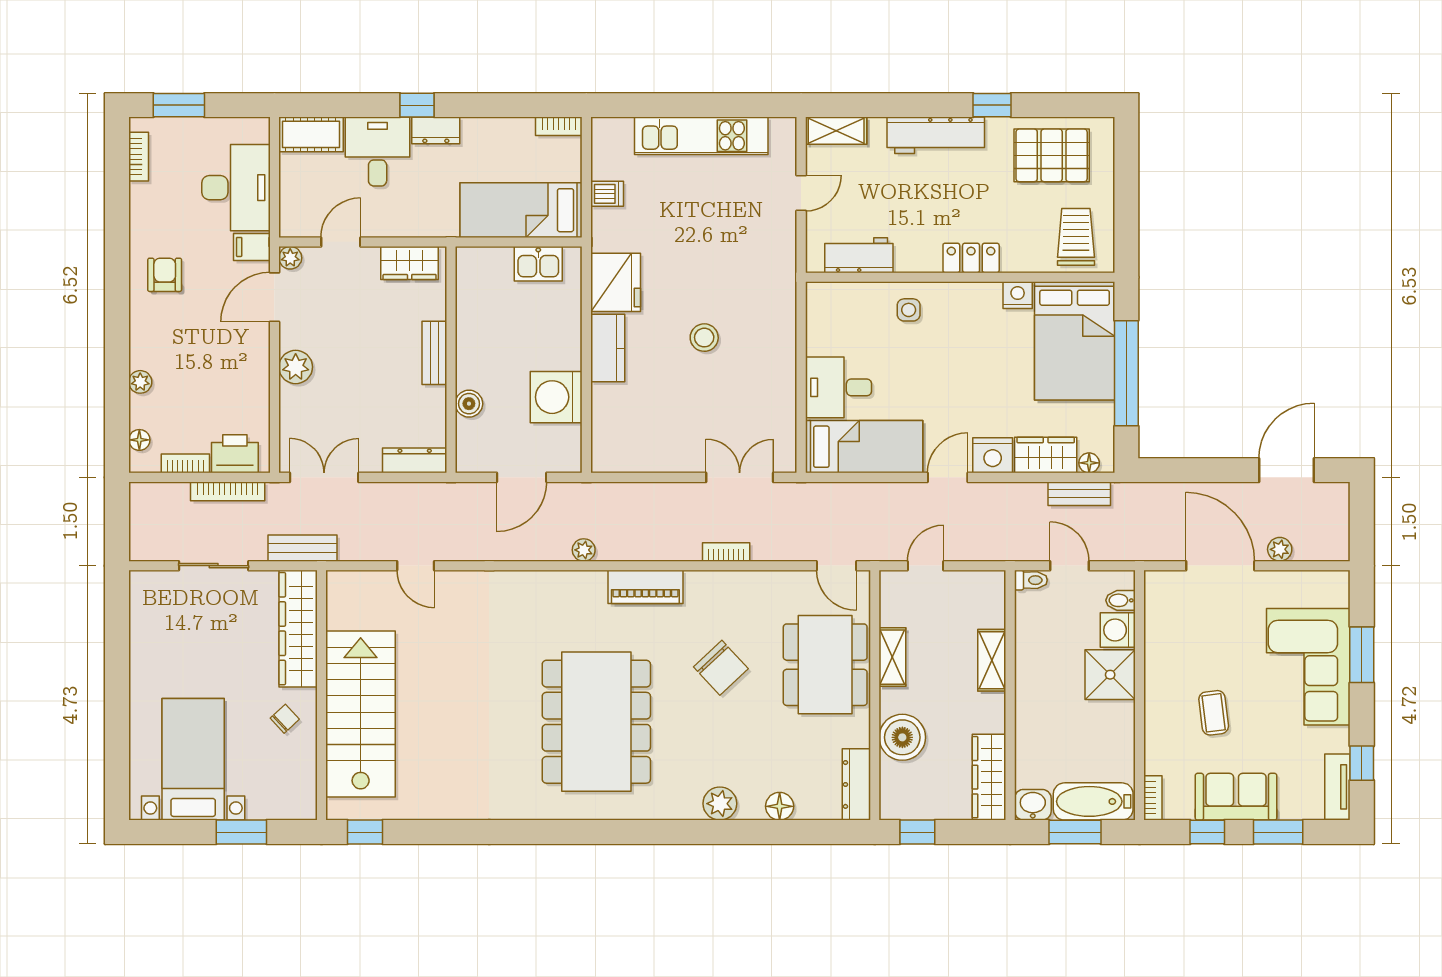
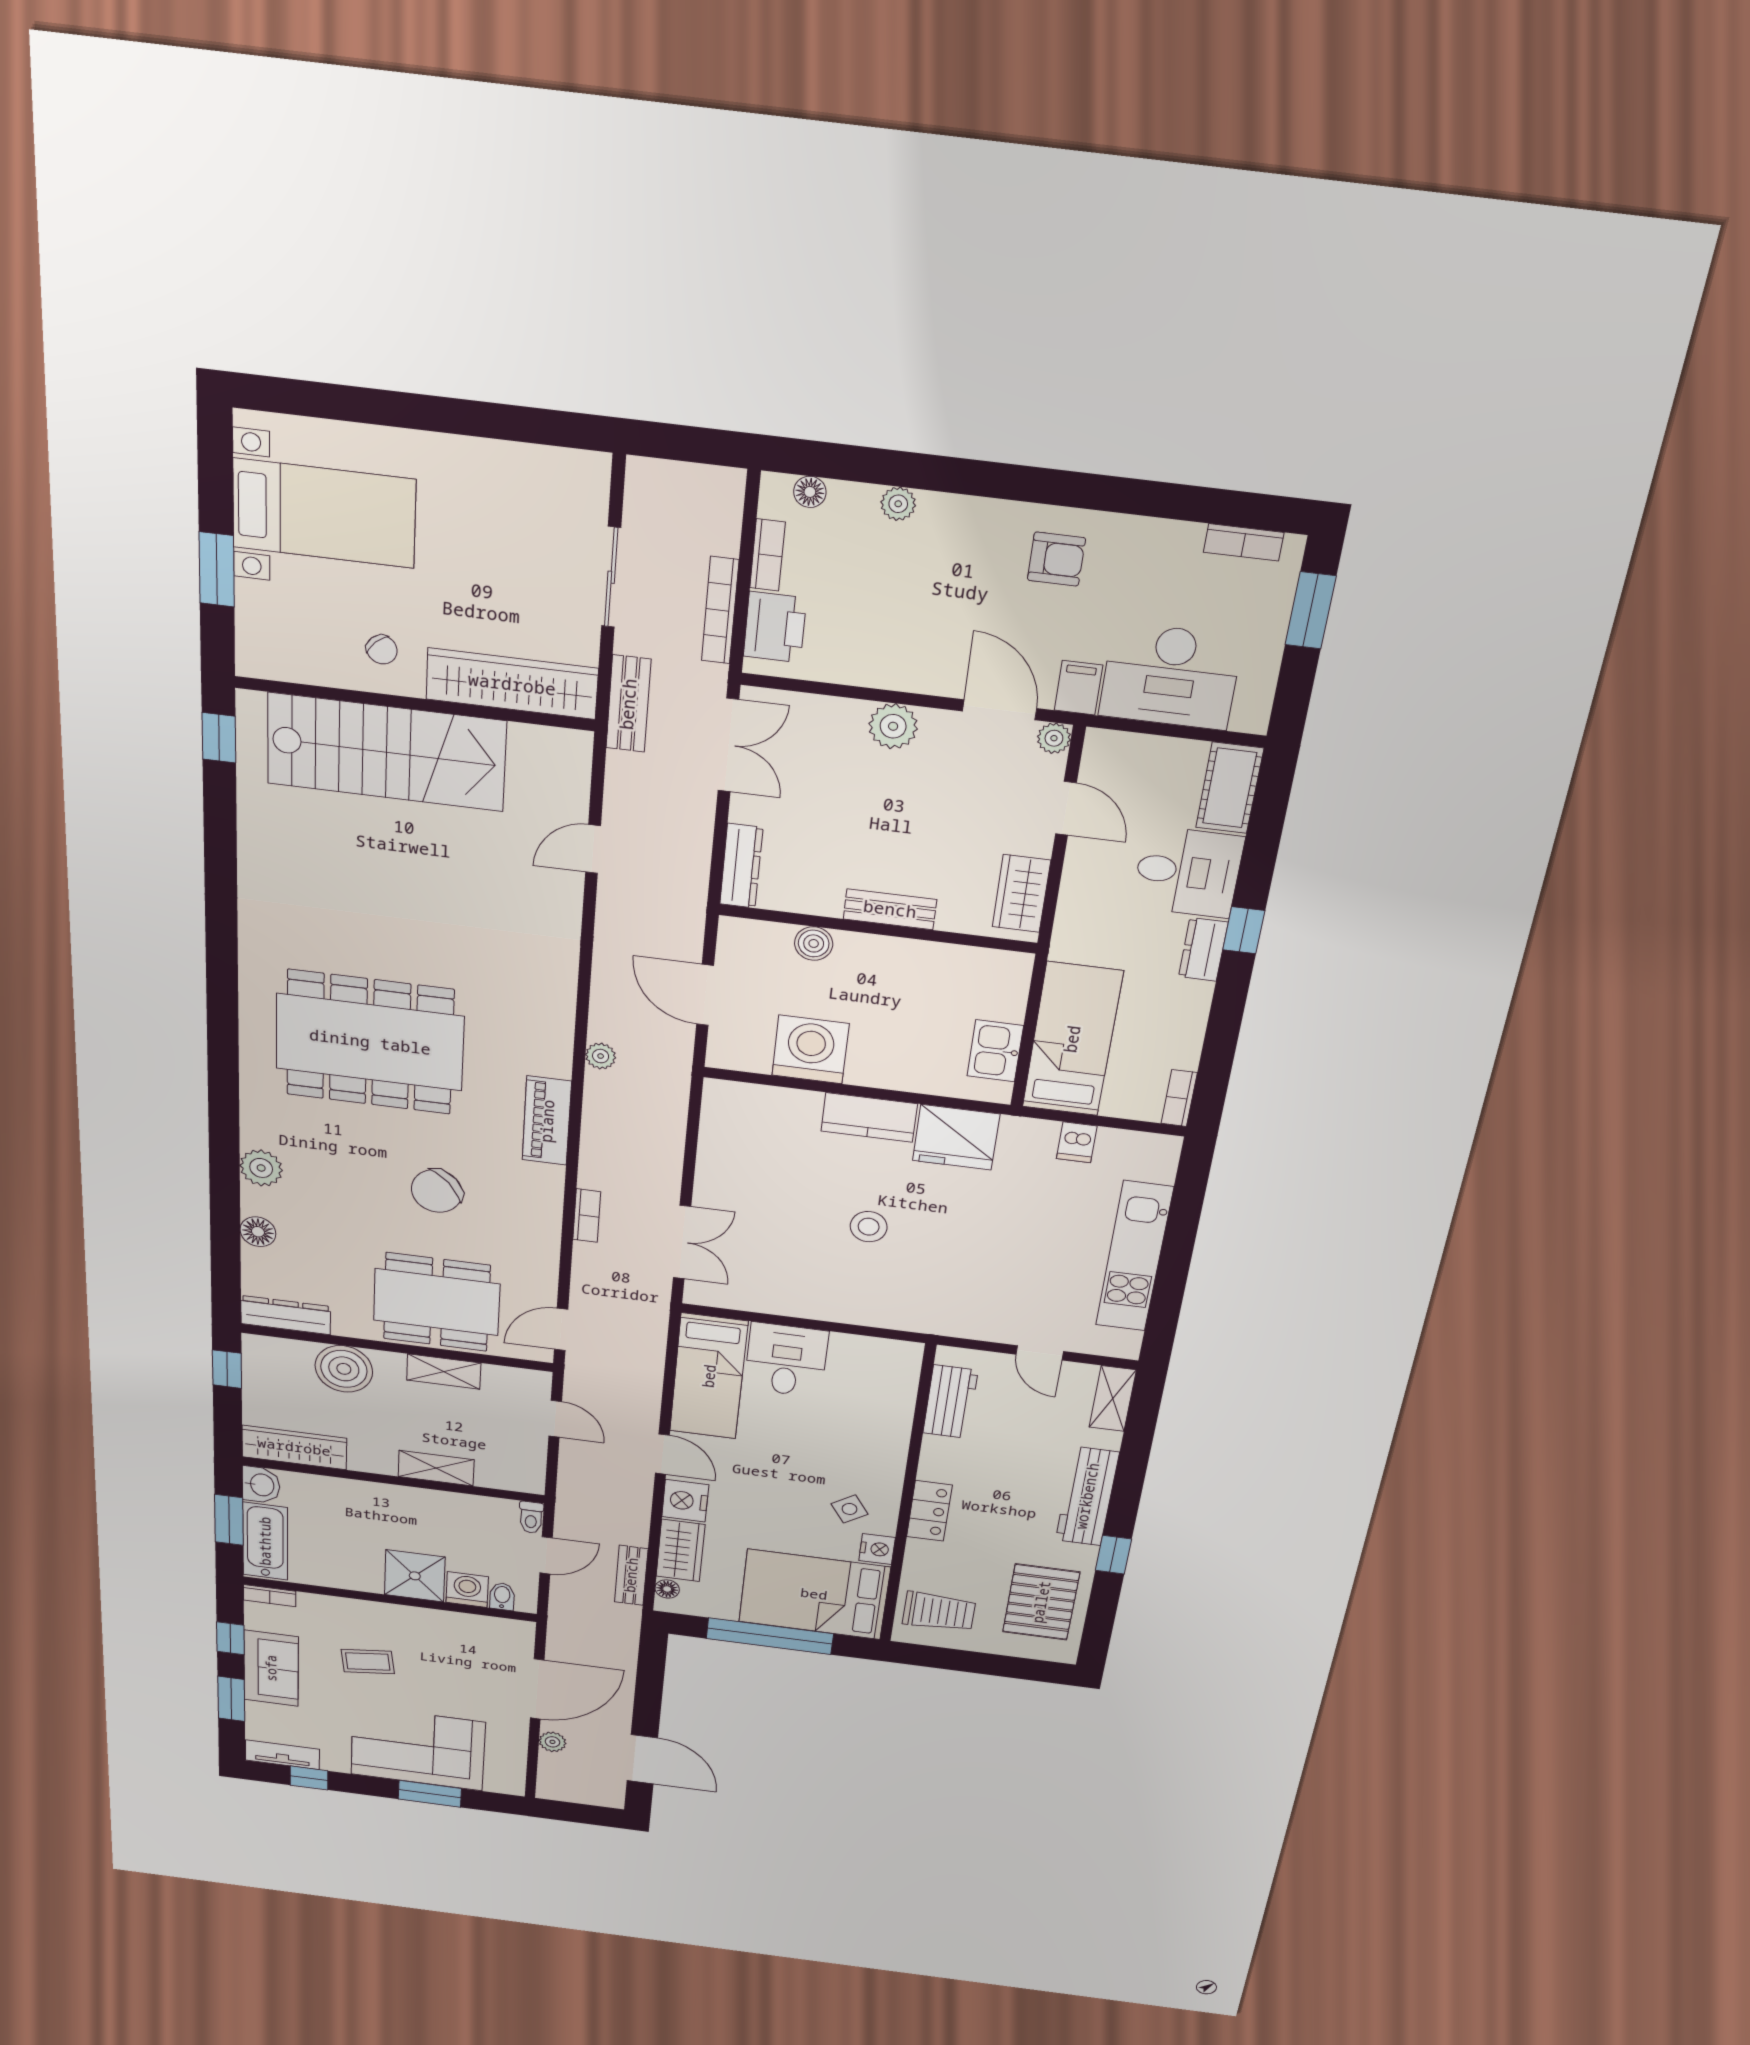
side table: (909, 310) -> (849, 1509), moved, turned -34

